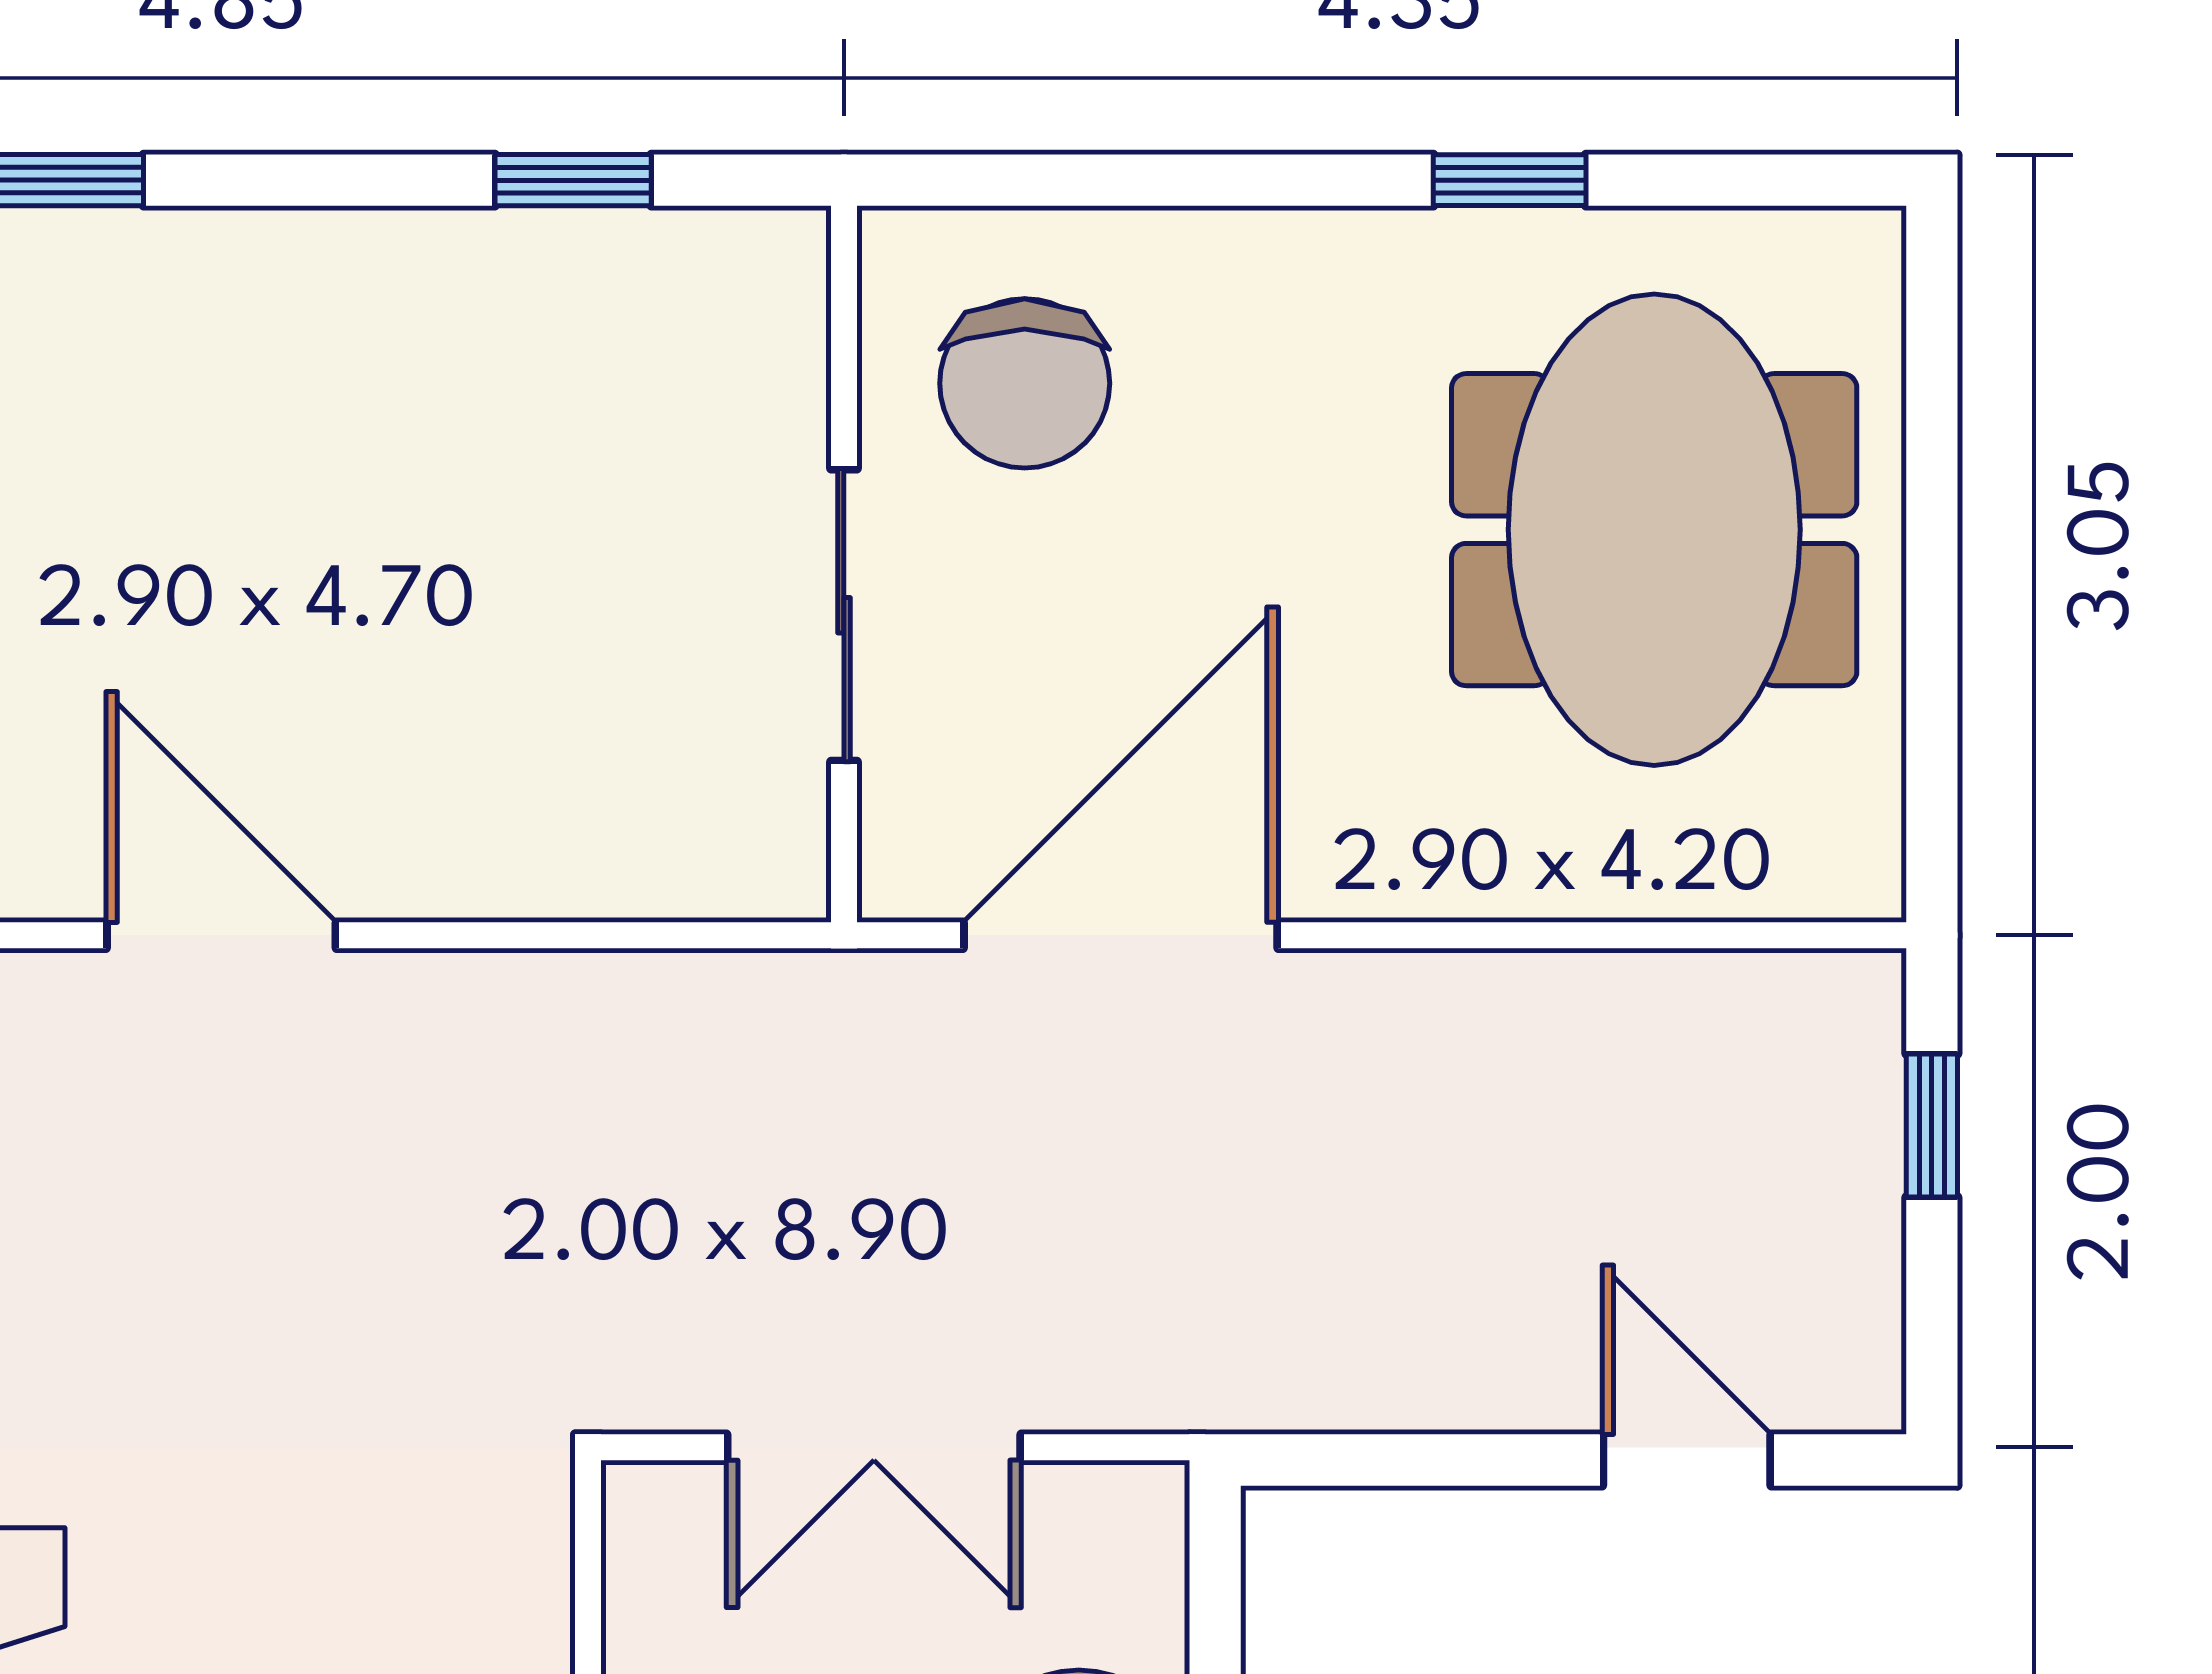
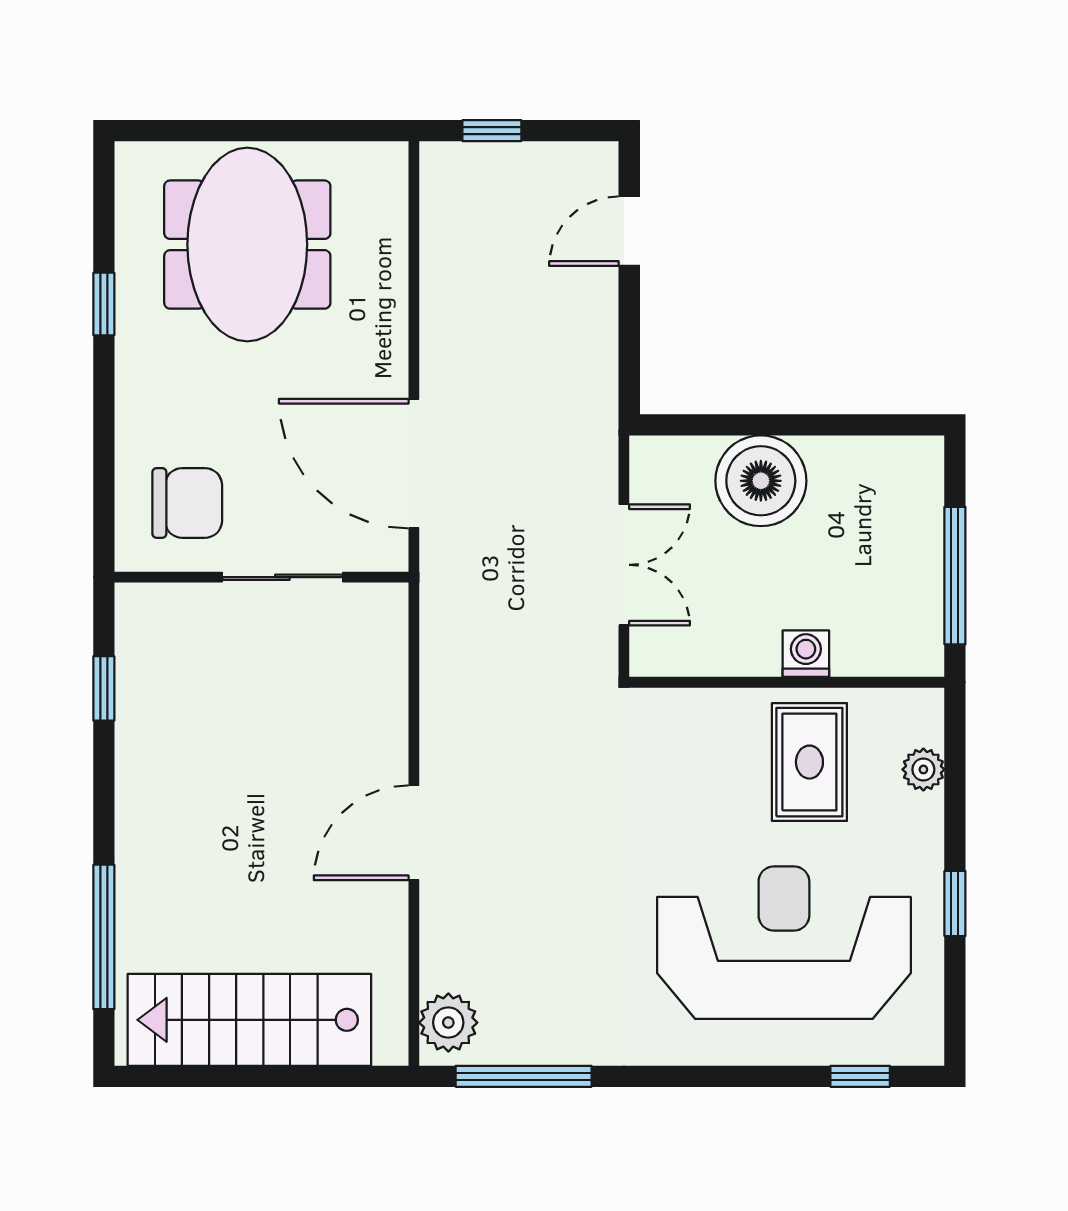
meeting table: (1654, 530) -> (247, 245), turned 90

